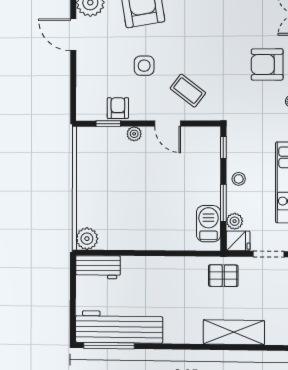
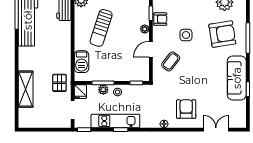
sun lounger: (132, 206) -> (101, 28), added
plant: (235, 221) -> (103, 90), moved
barbecue: (209, 224) -> (82, 62), moved, turned 90

